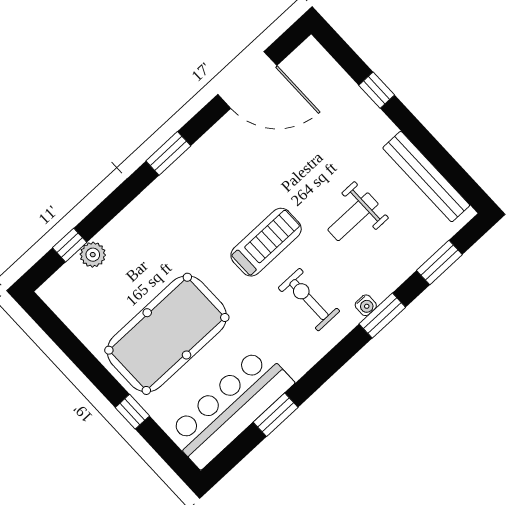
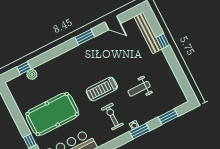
door: (247, 80) -> (113, 23), width x0.53
window: (168, 153) -> (85, 37), moved
bench: (426, 177) -> (148, 33), moved
treadmill: (266, 242) -> (102, 89), turned 180

